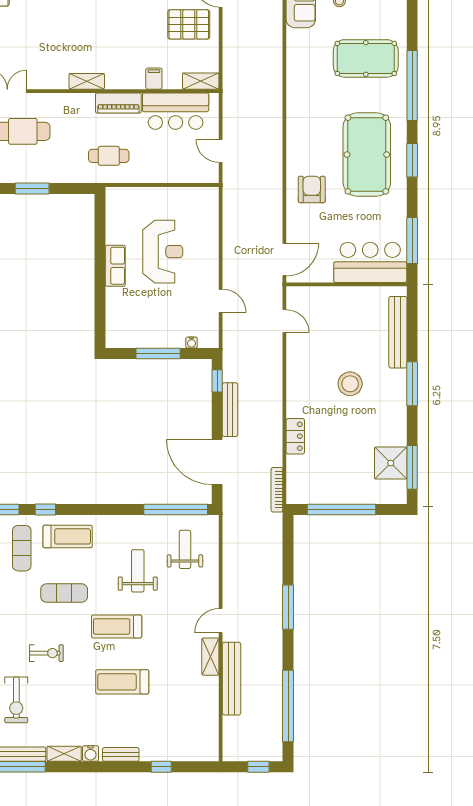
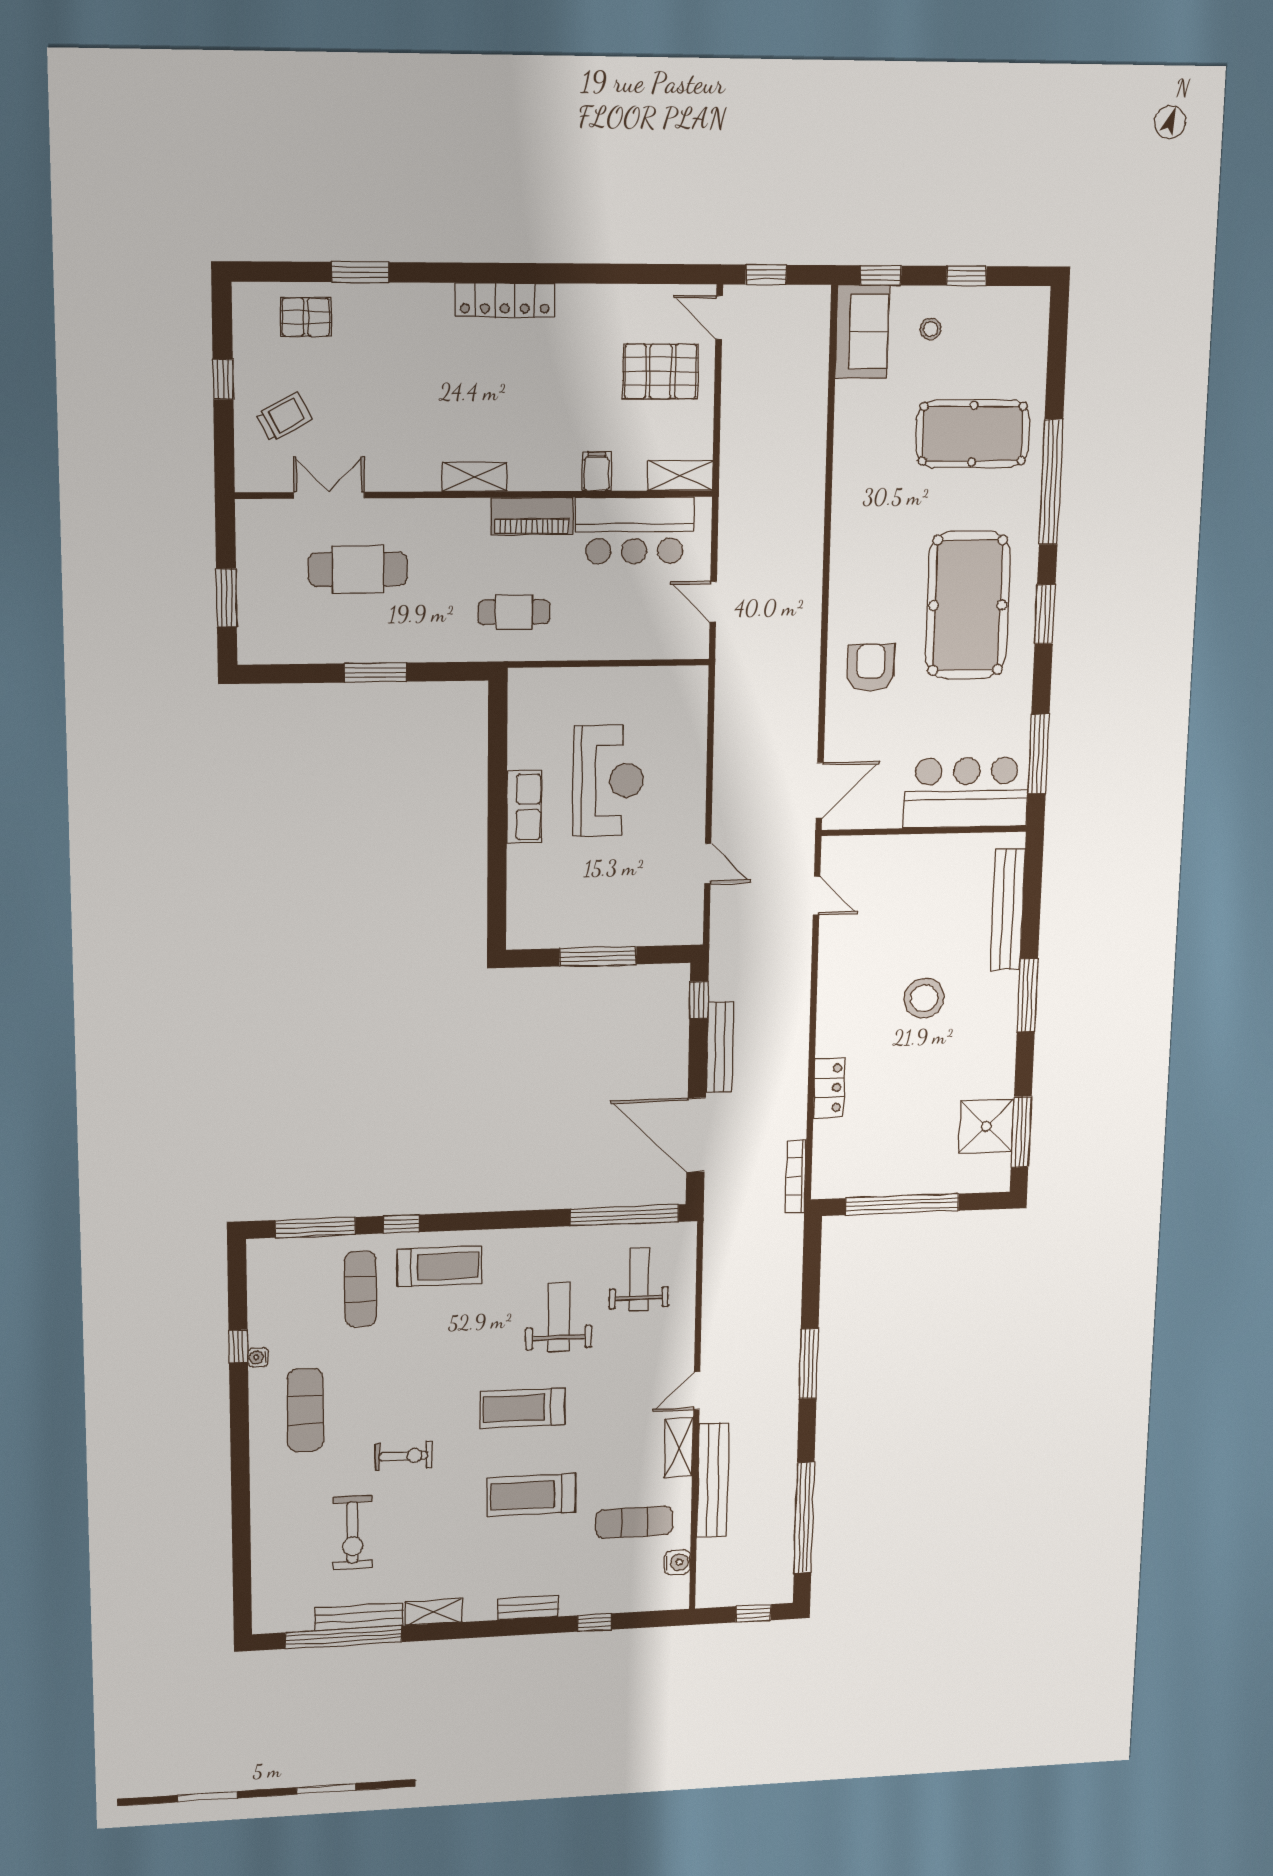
water cooler: (192, 343) -> (656, 936), removed
exercise mat: (64, 593) -> (634, 1522), moved
water cooler: (91, 753) -> (677, 1562), moved, turned -90

